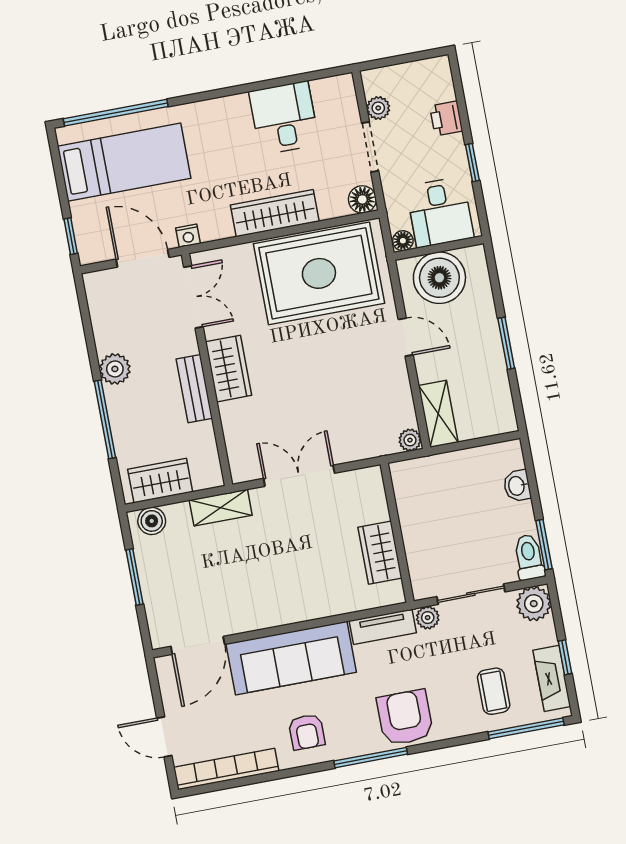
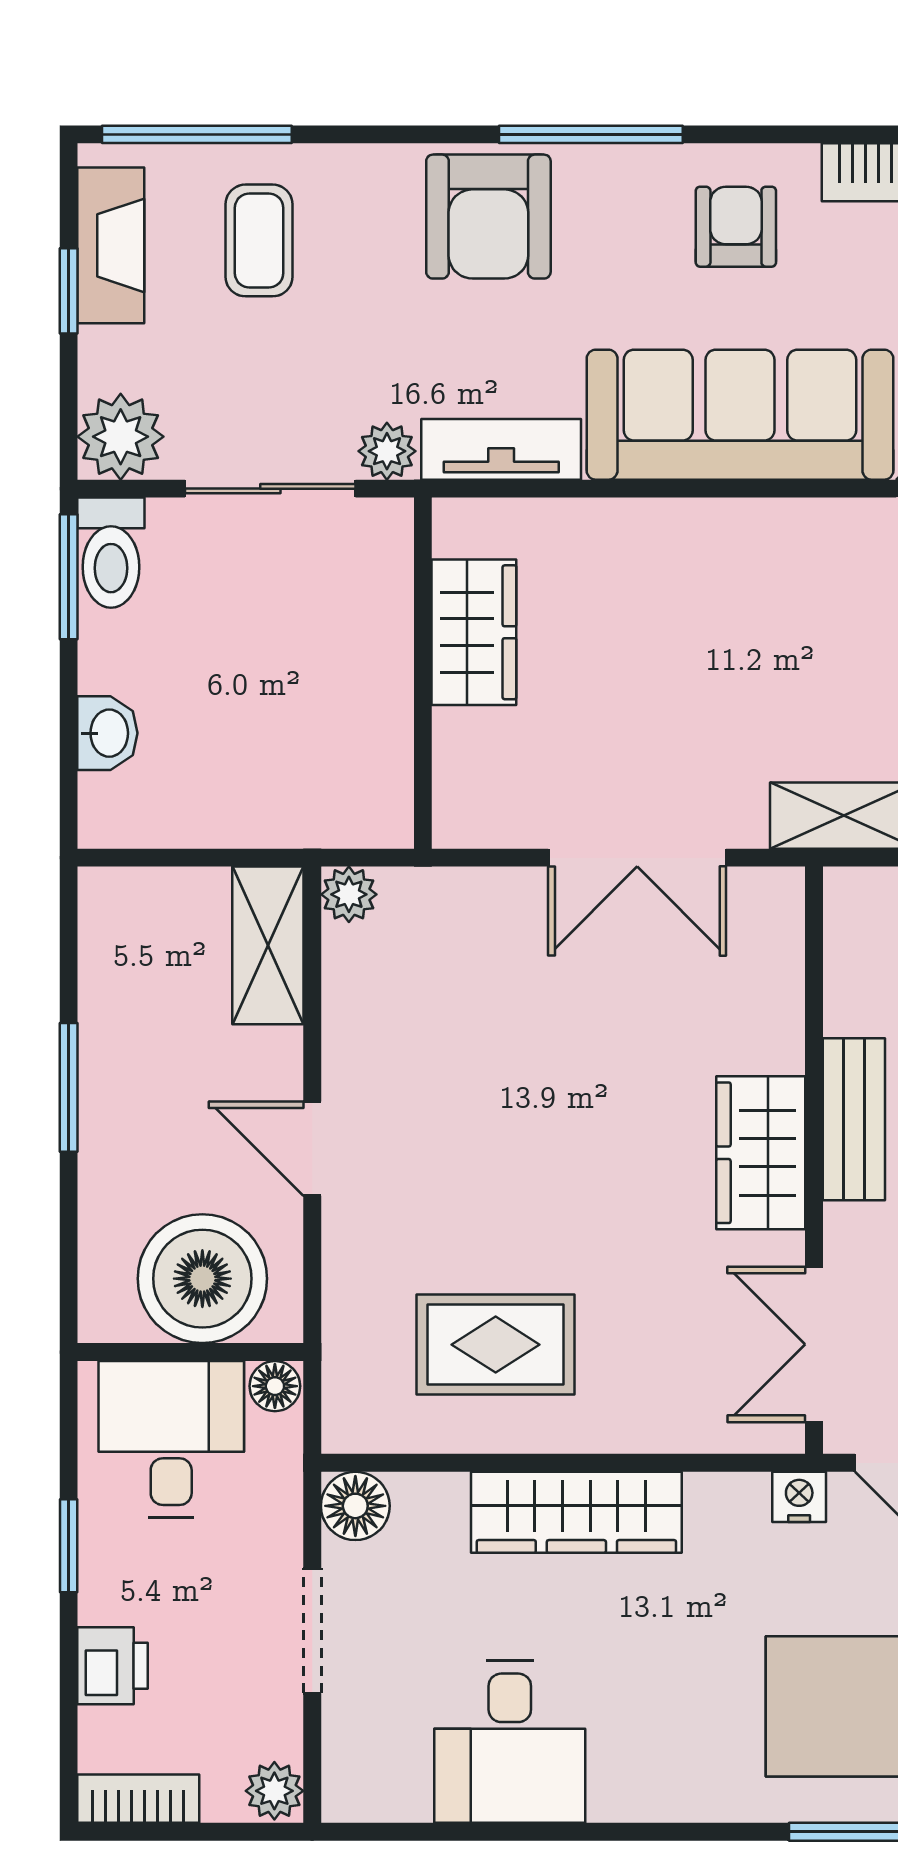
bookcase: (426, 68) -> (138, 1799), added
plant: (378, 108) -> (274, 1791), moved
rug: (319, 273) -> (496, 1345), width x0.54, depth x0.49

